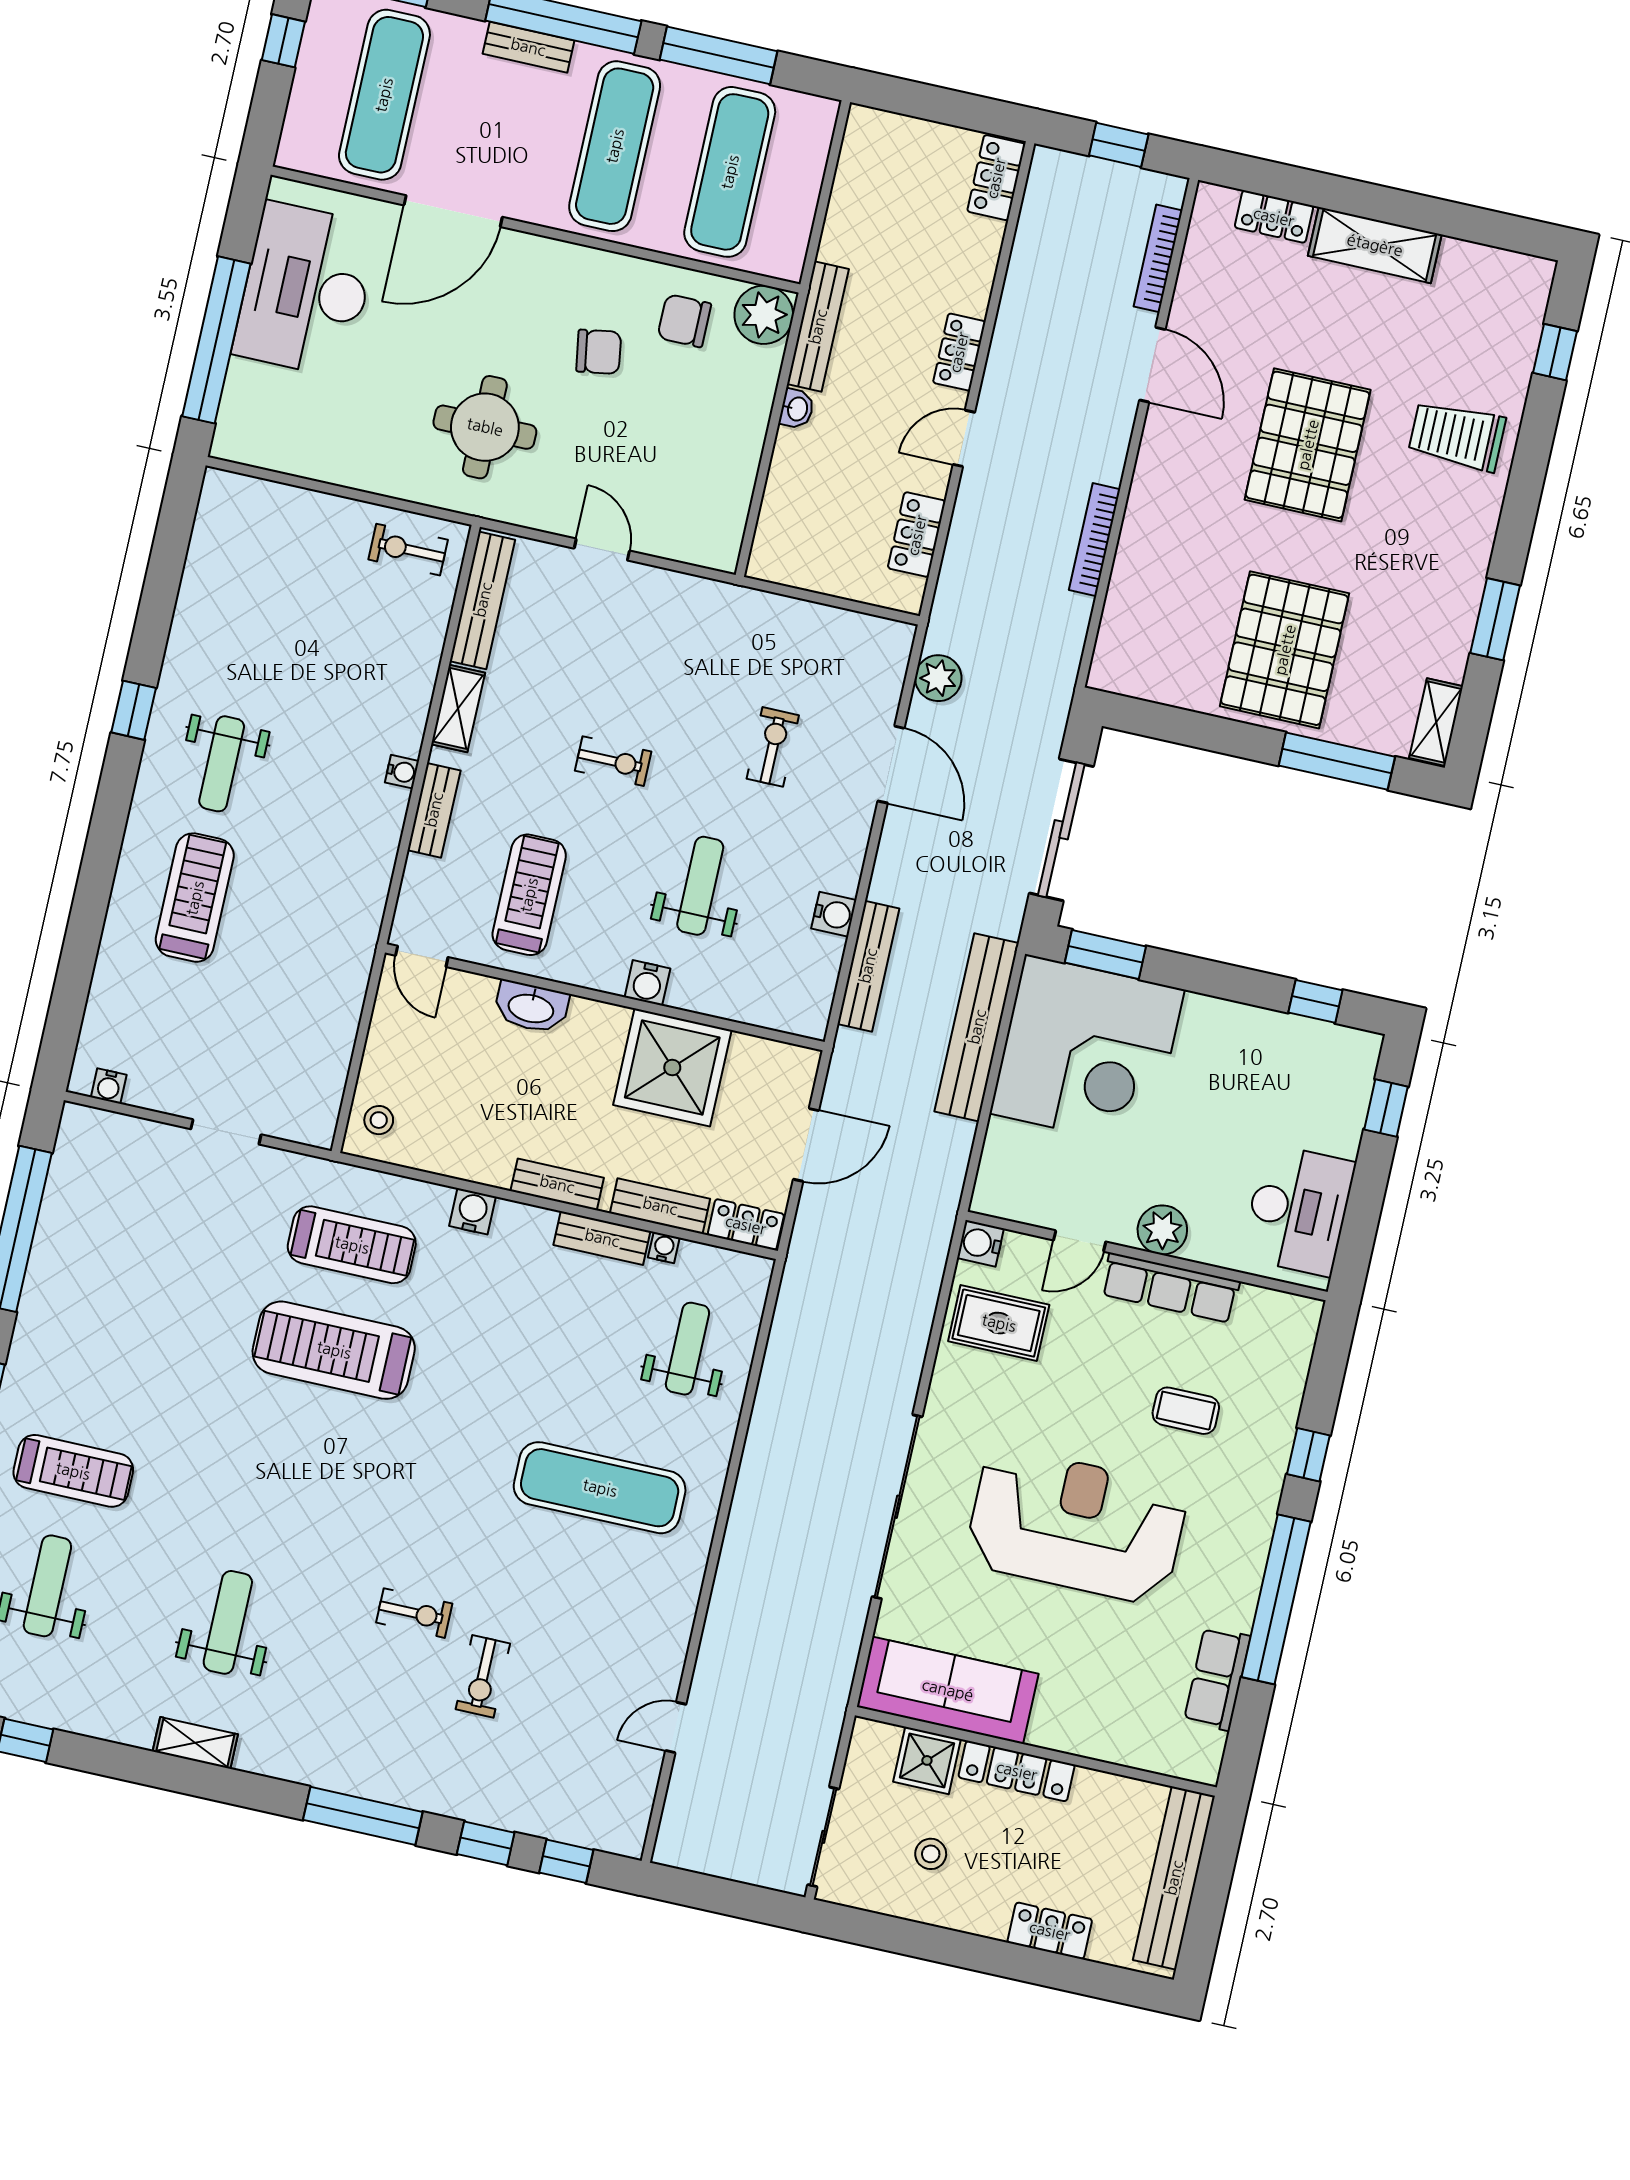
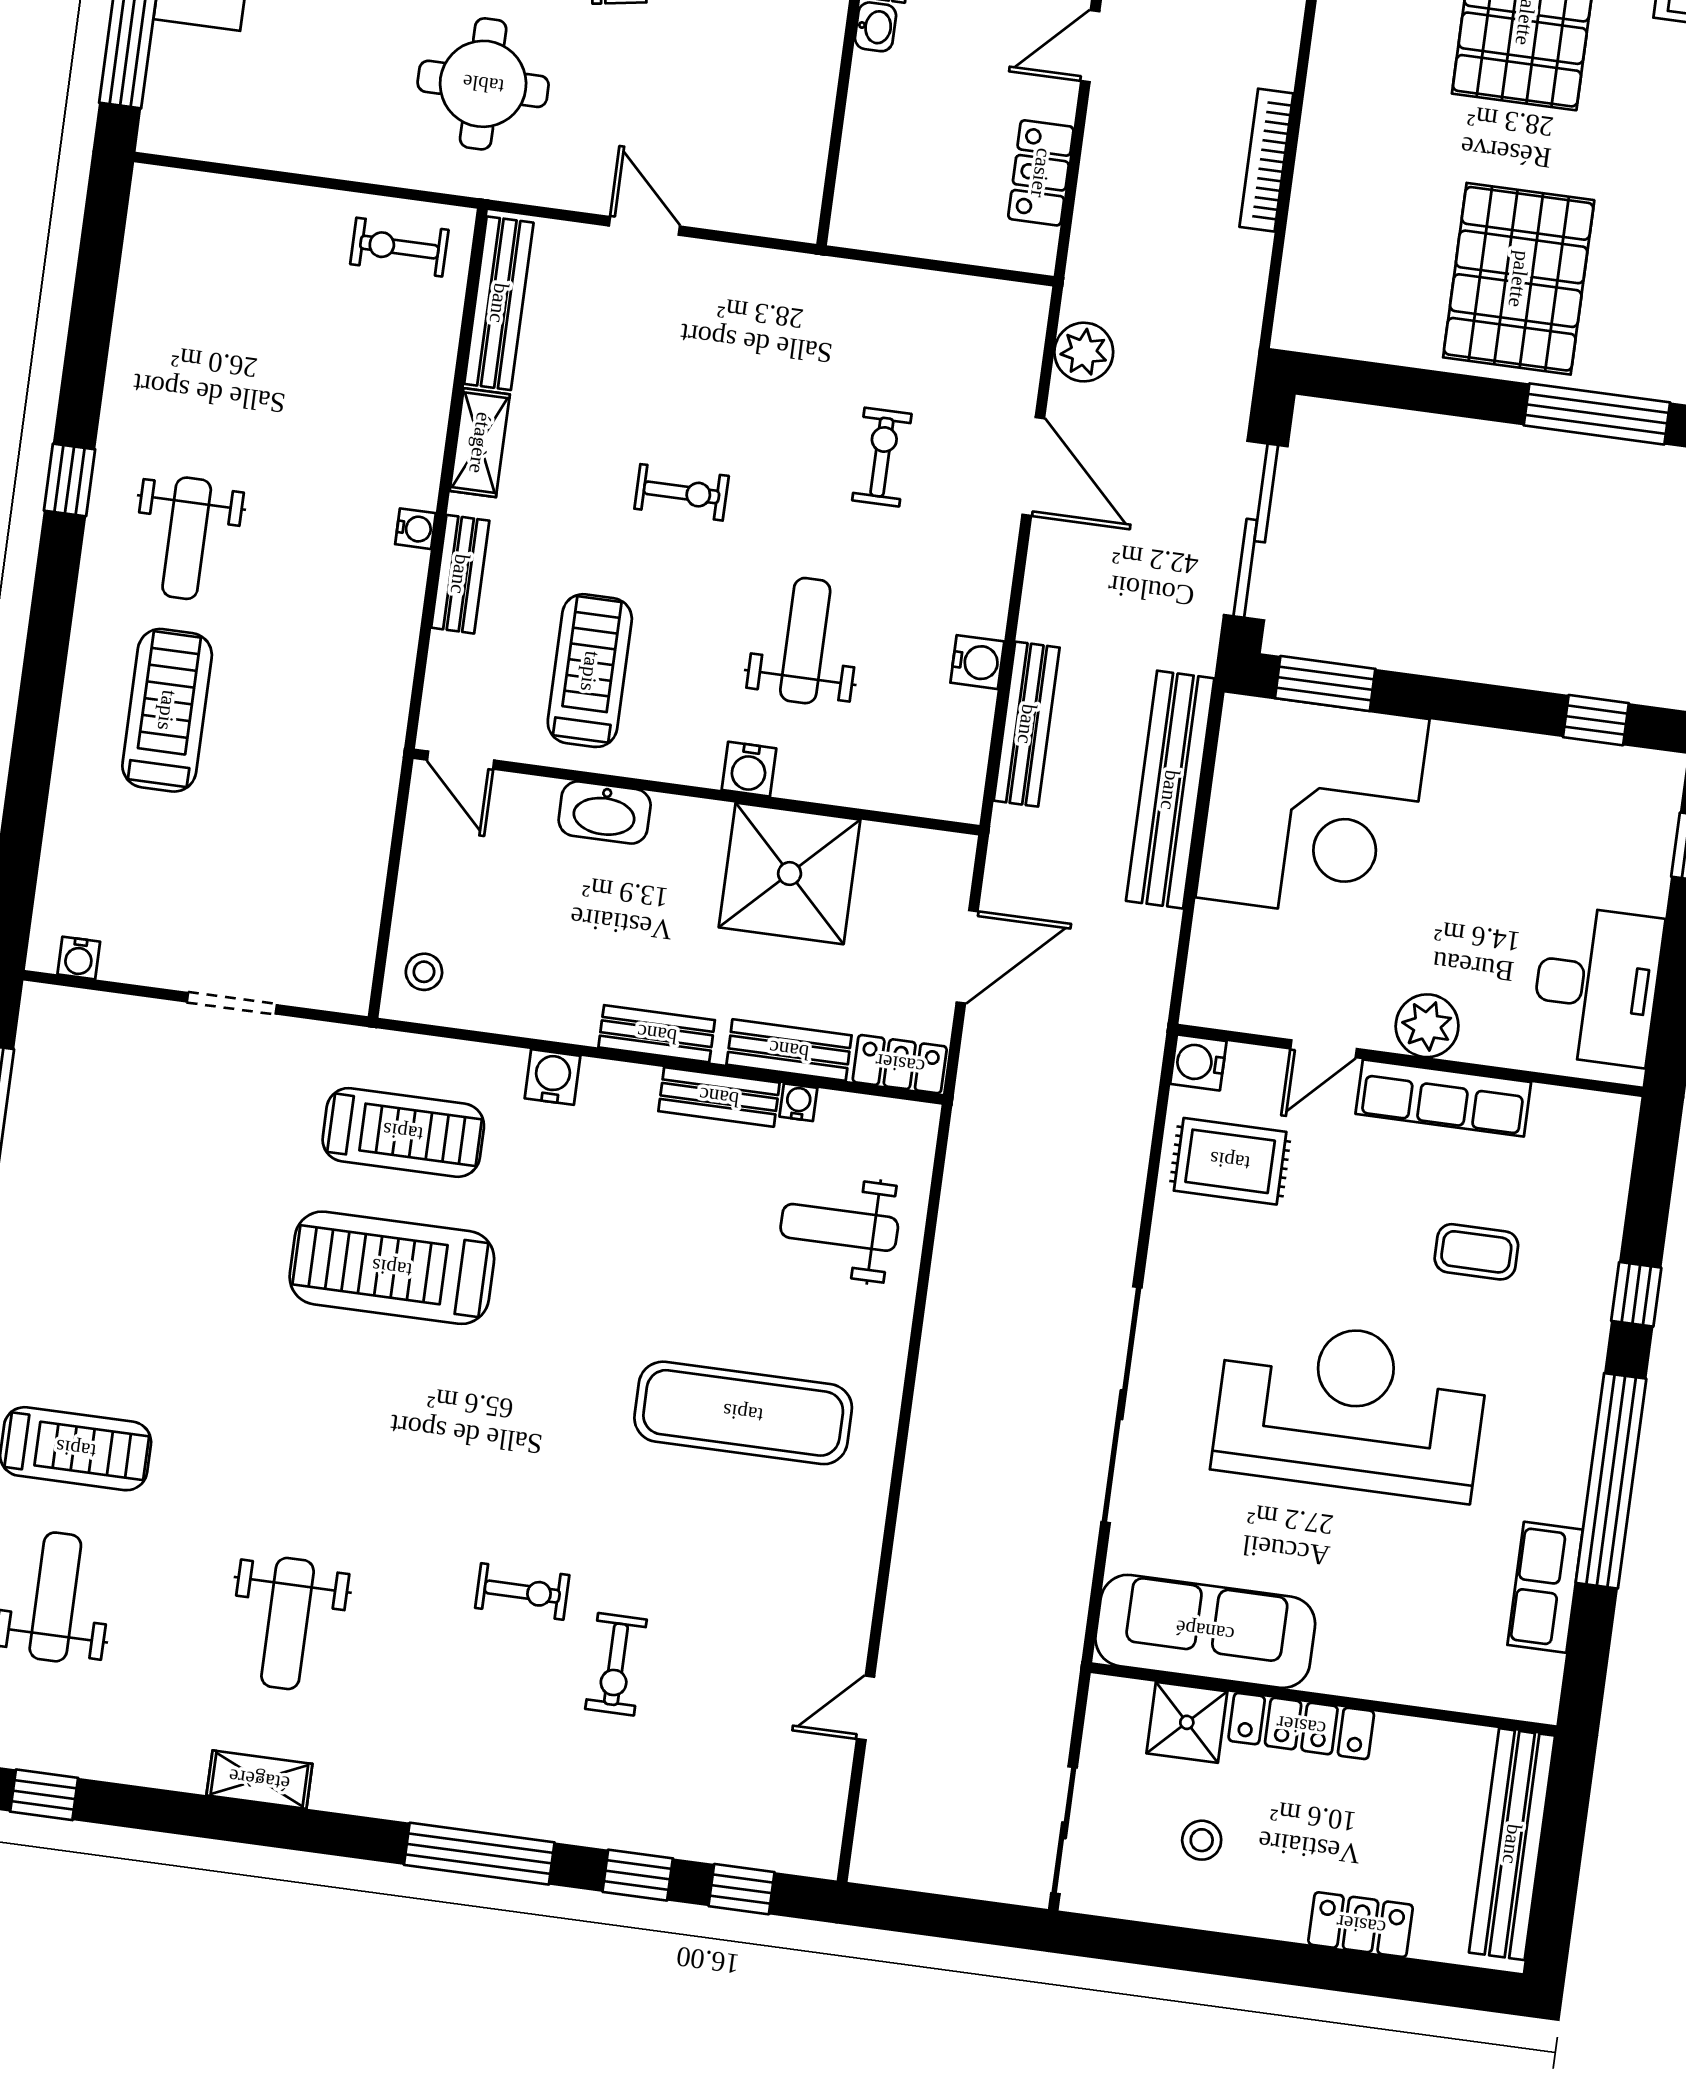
weight bench: (687, 1349) -> (839, 1227), turned -90
weight bench: (228, 1622) -> (288, 1623), turned 180

